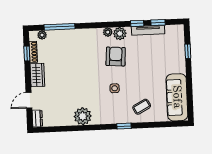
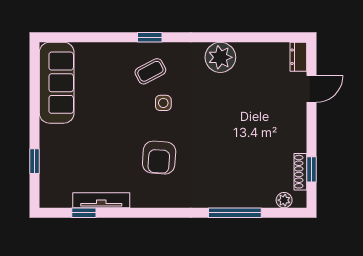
window: (137, 23) -> (120, 213), removed
window: (59, 27) -> (235, 213), moved
plant: (108, 32) -> (171, 200), removed
plant: (120, 34) -> (150, 197), removed
wardrobe: (37, 75) -> (295, 132), removed
coffee table: (142, 107) -> (150, 71), moved

